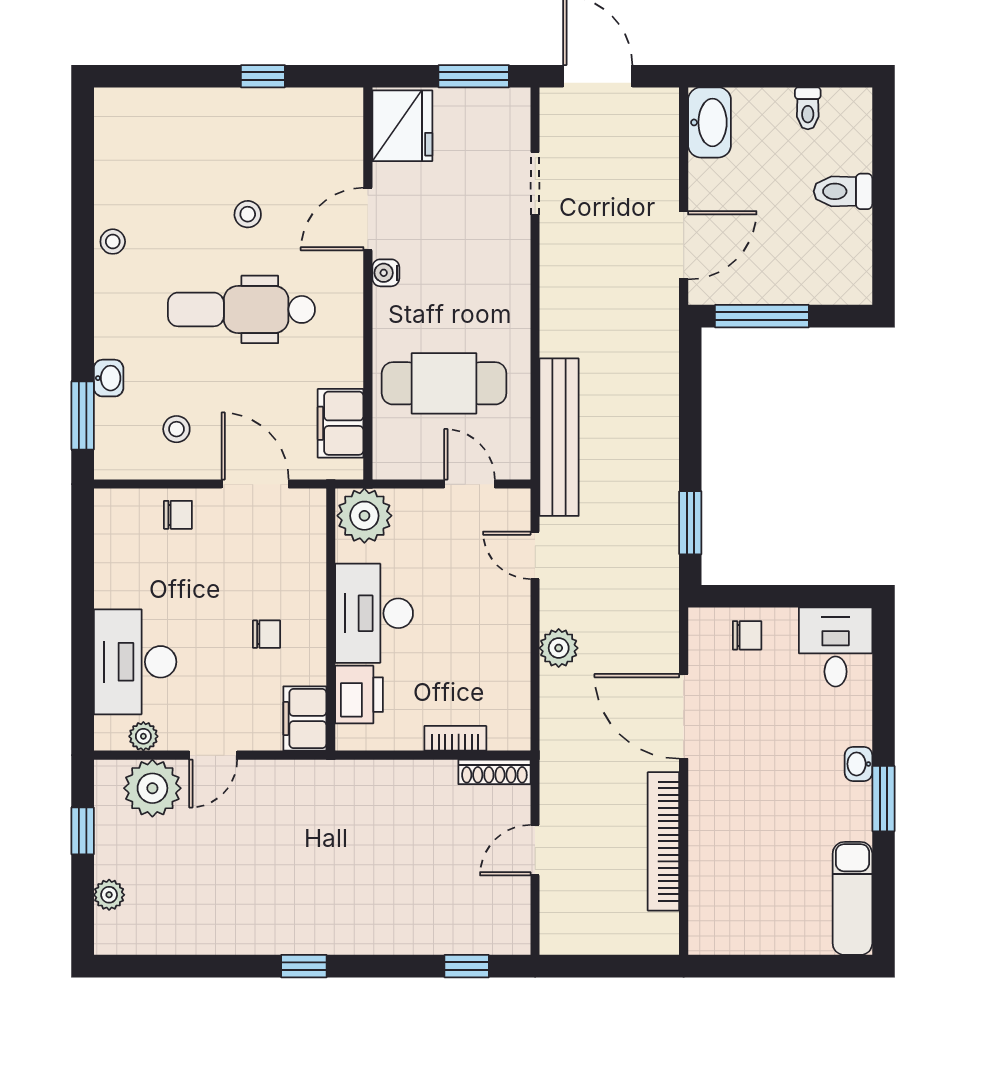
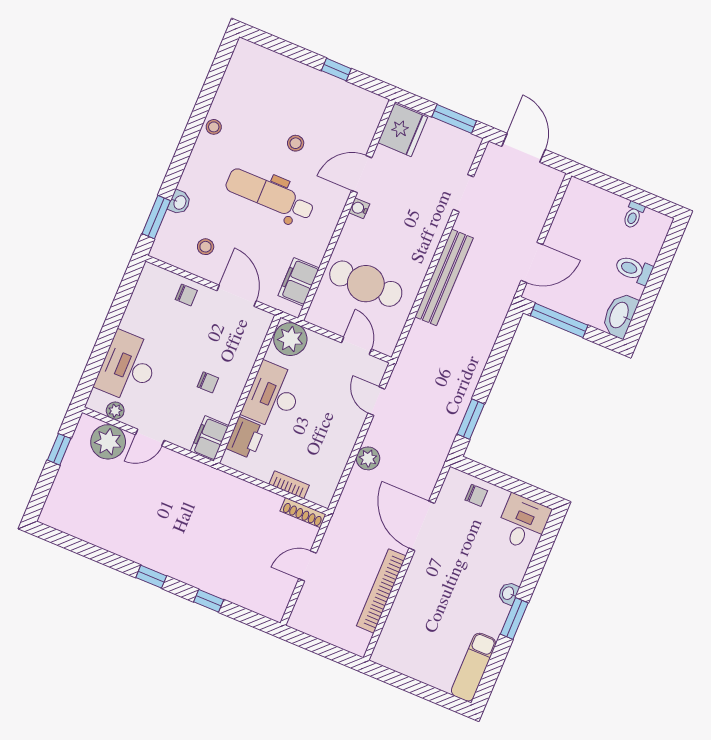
washbasin: (710, 122) -> (620, 315), moved, turned 180
bench: (559, 437) -> (444, 277), moved
plant: (109, 895) -> (59, 491), removed
window: (467, 966) -> (209, 601), moved

